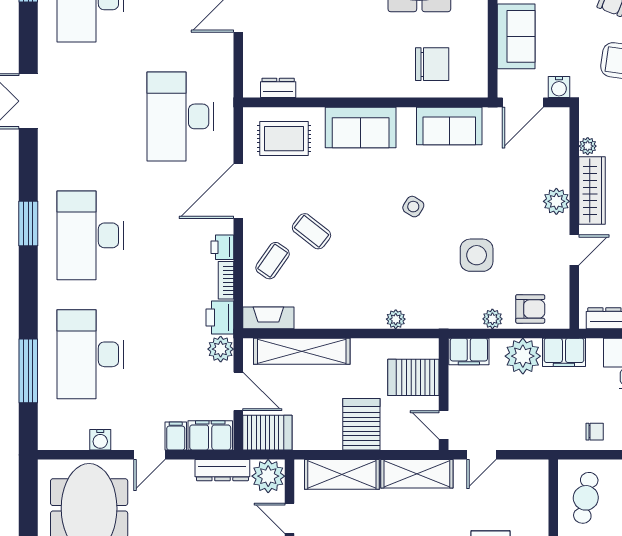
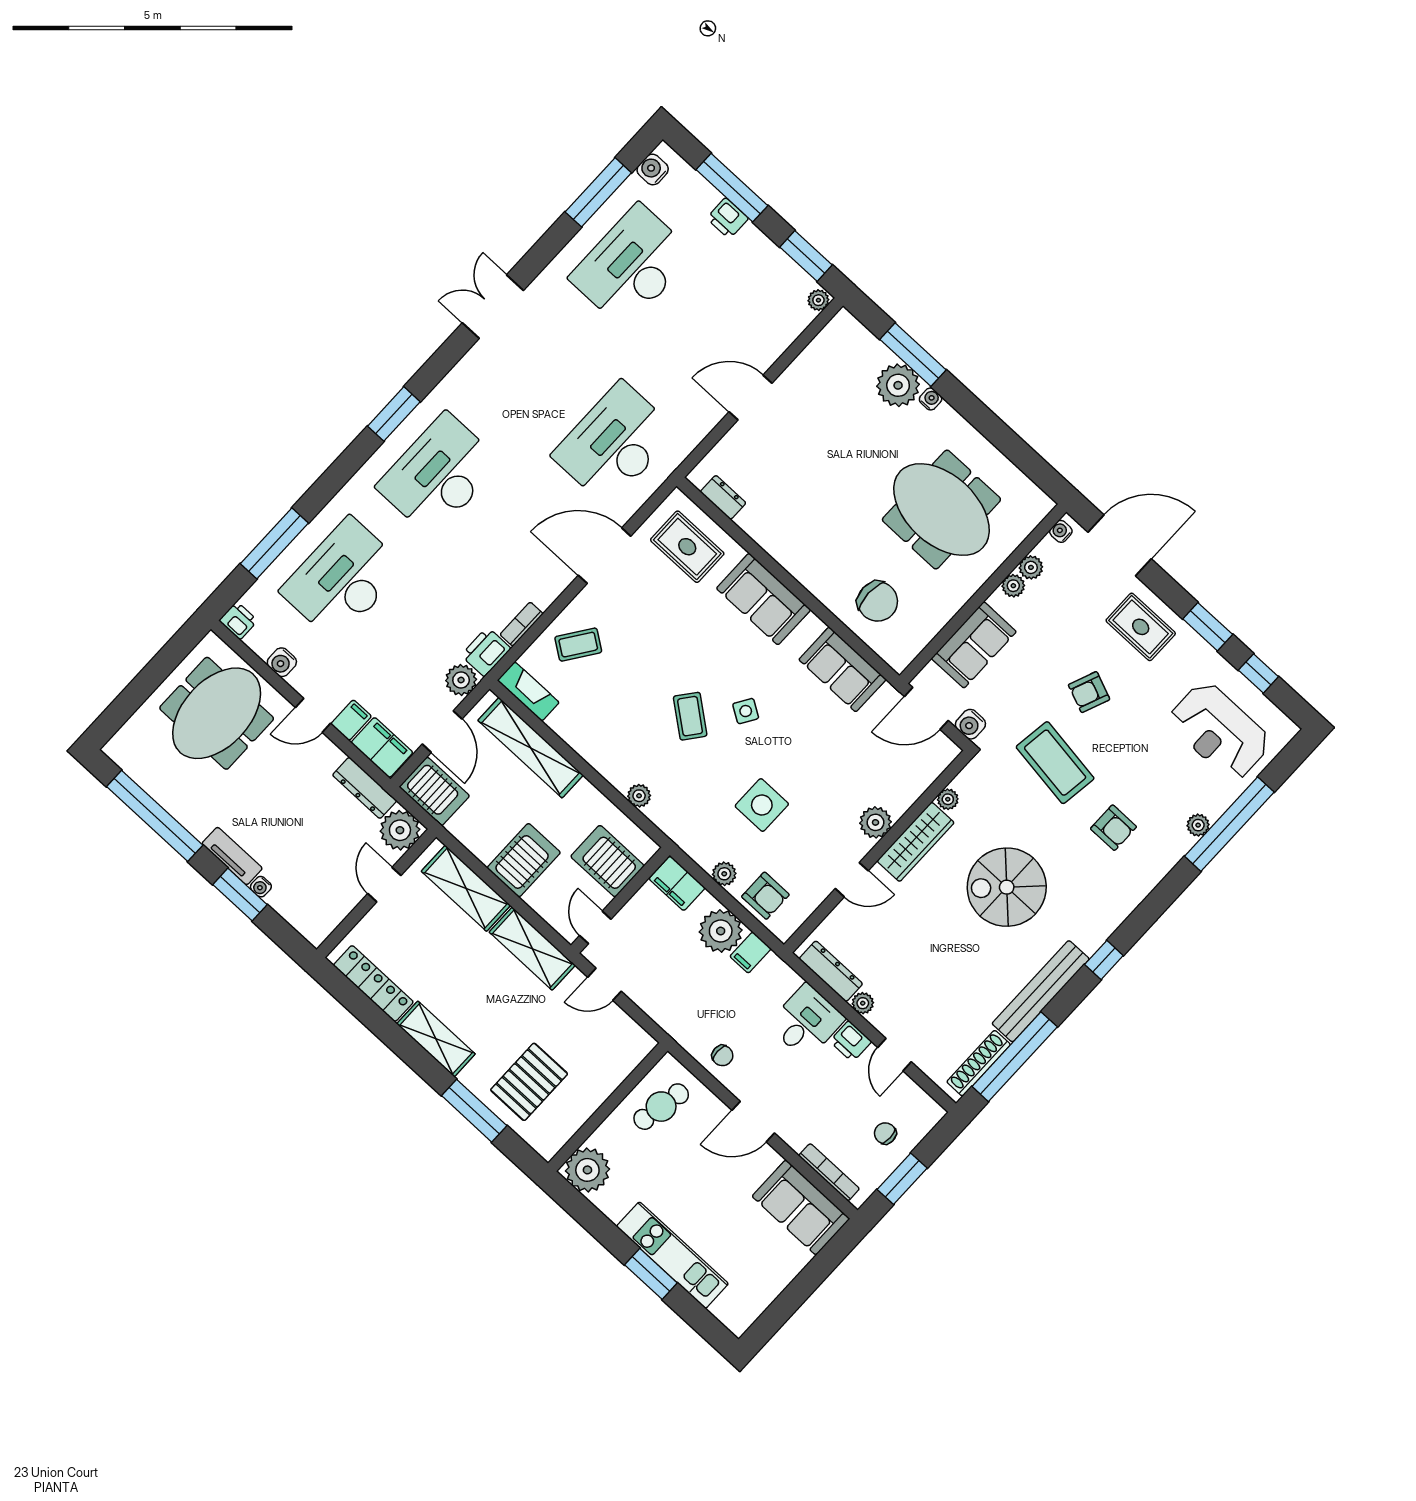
coffee table: (311, 231) -> (690, 716), moved
printer: (222, 247) -> (238, 621), moved, turned 90
filing cabinet: (564, 352) -> (750, 953), width x0.50

